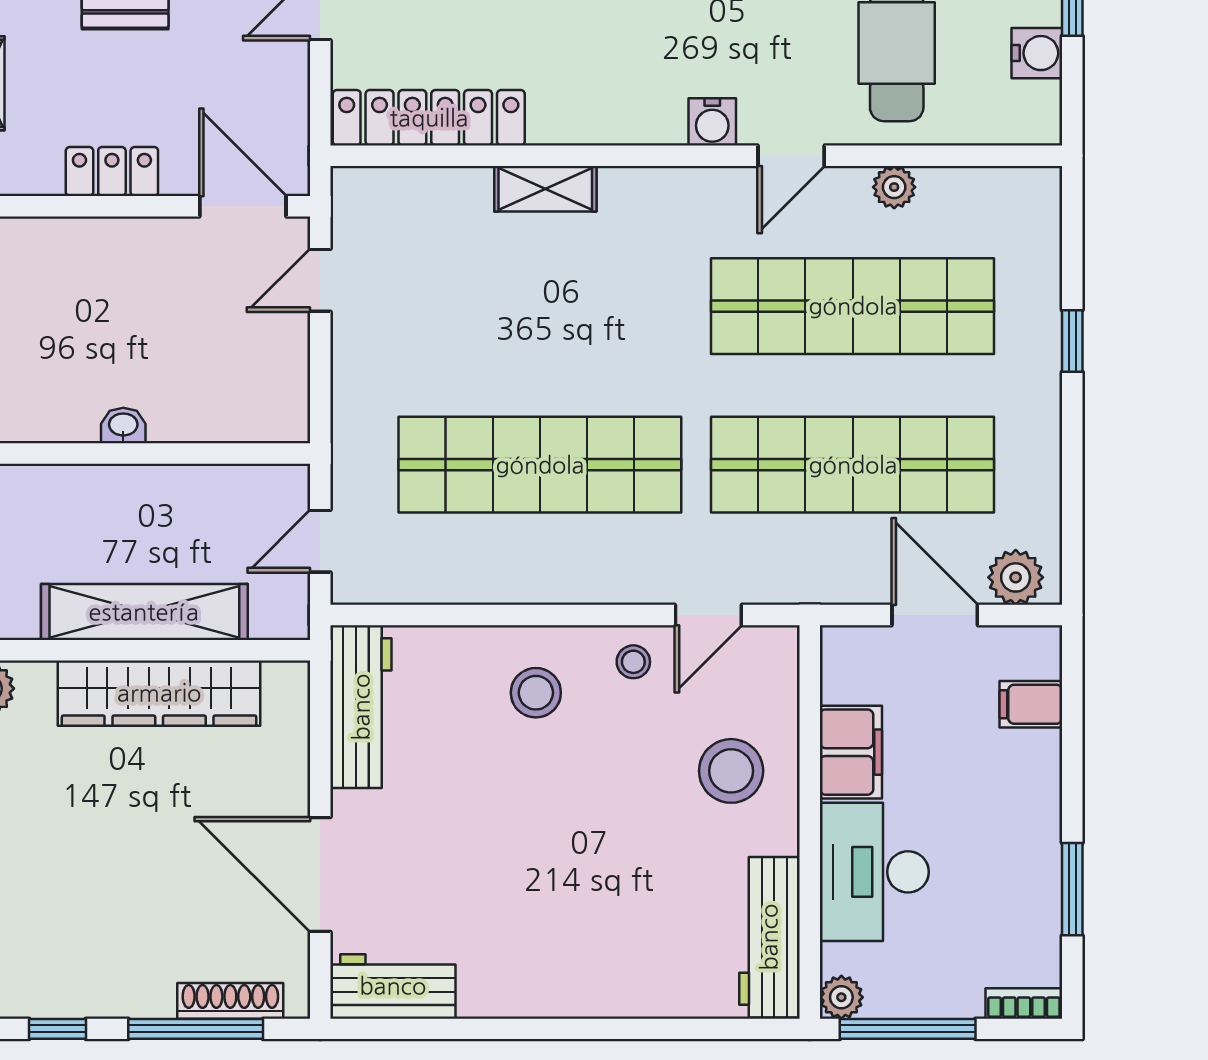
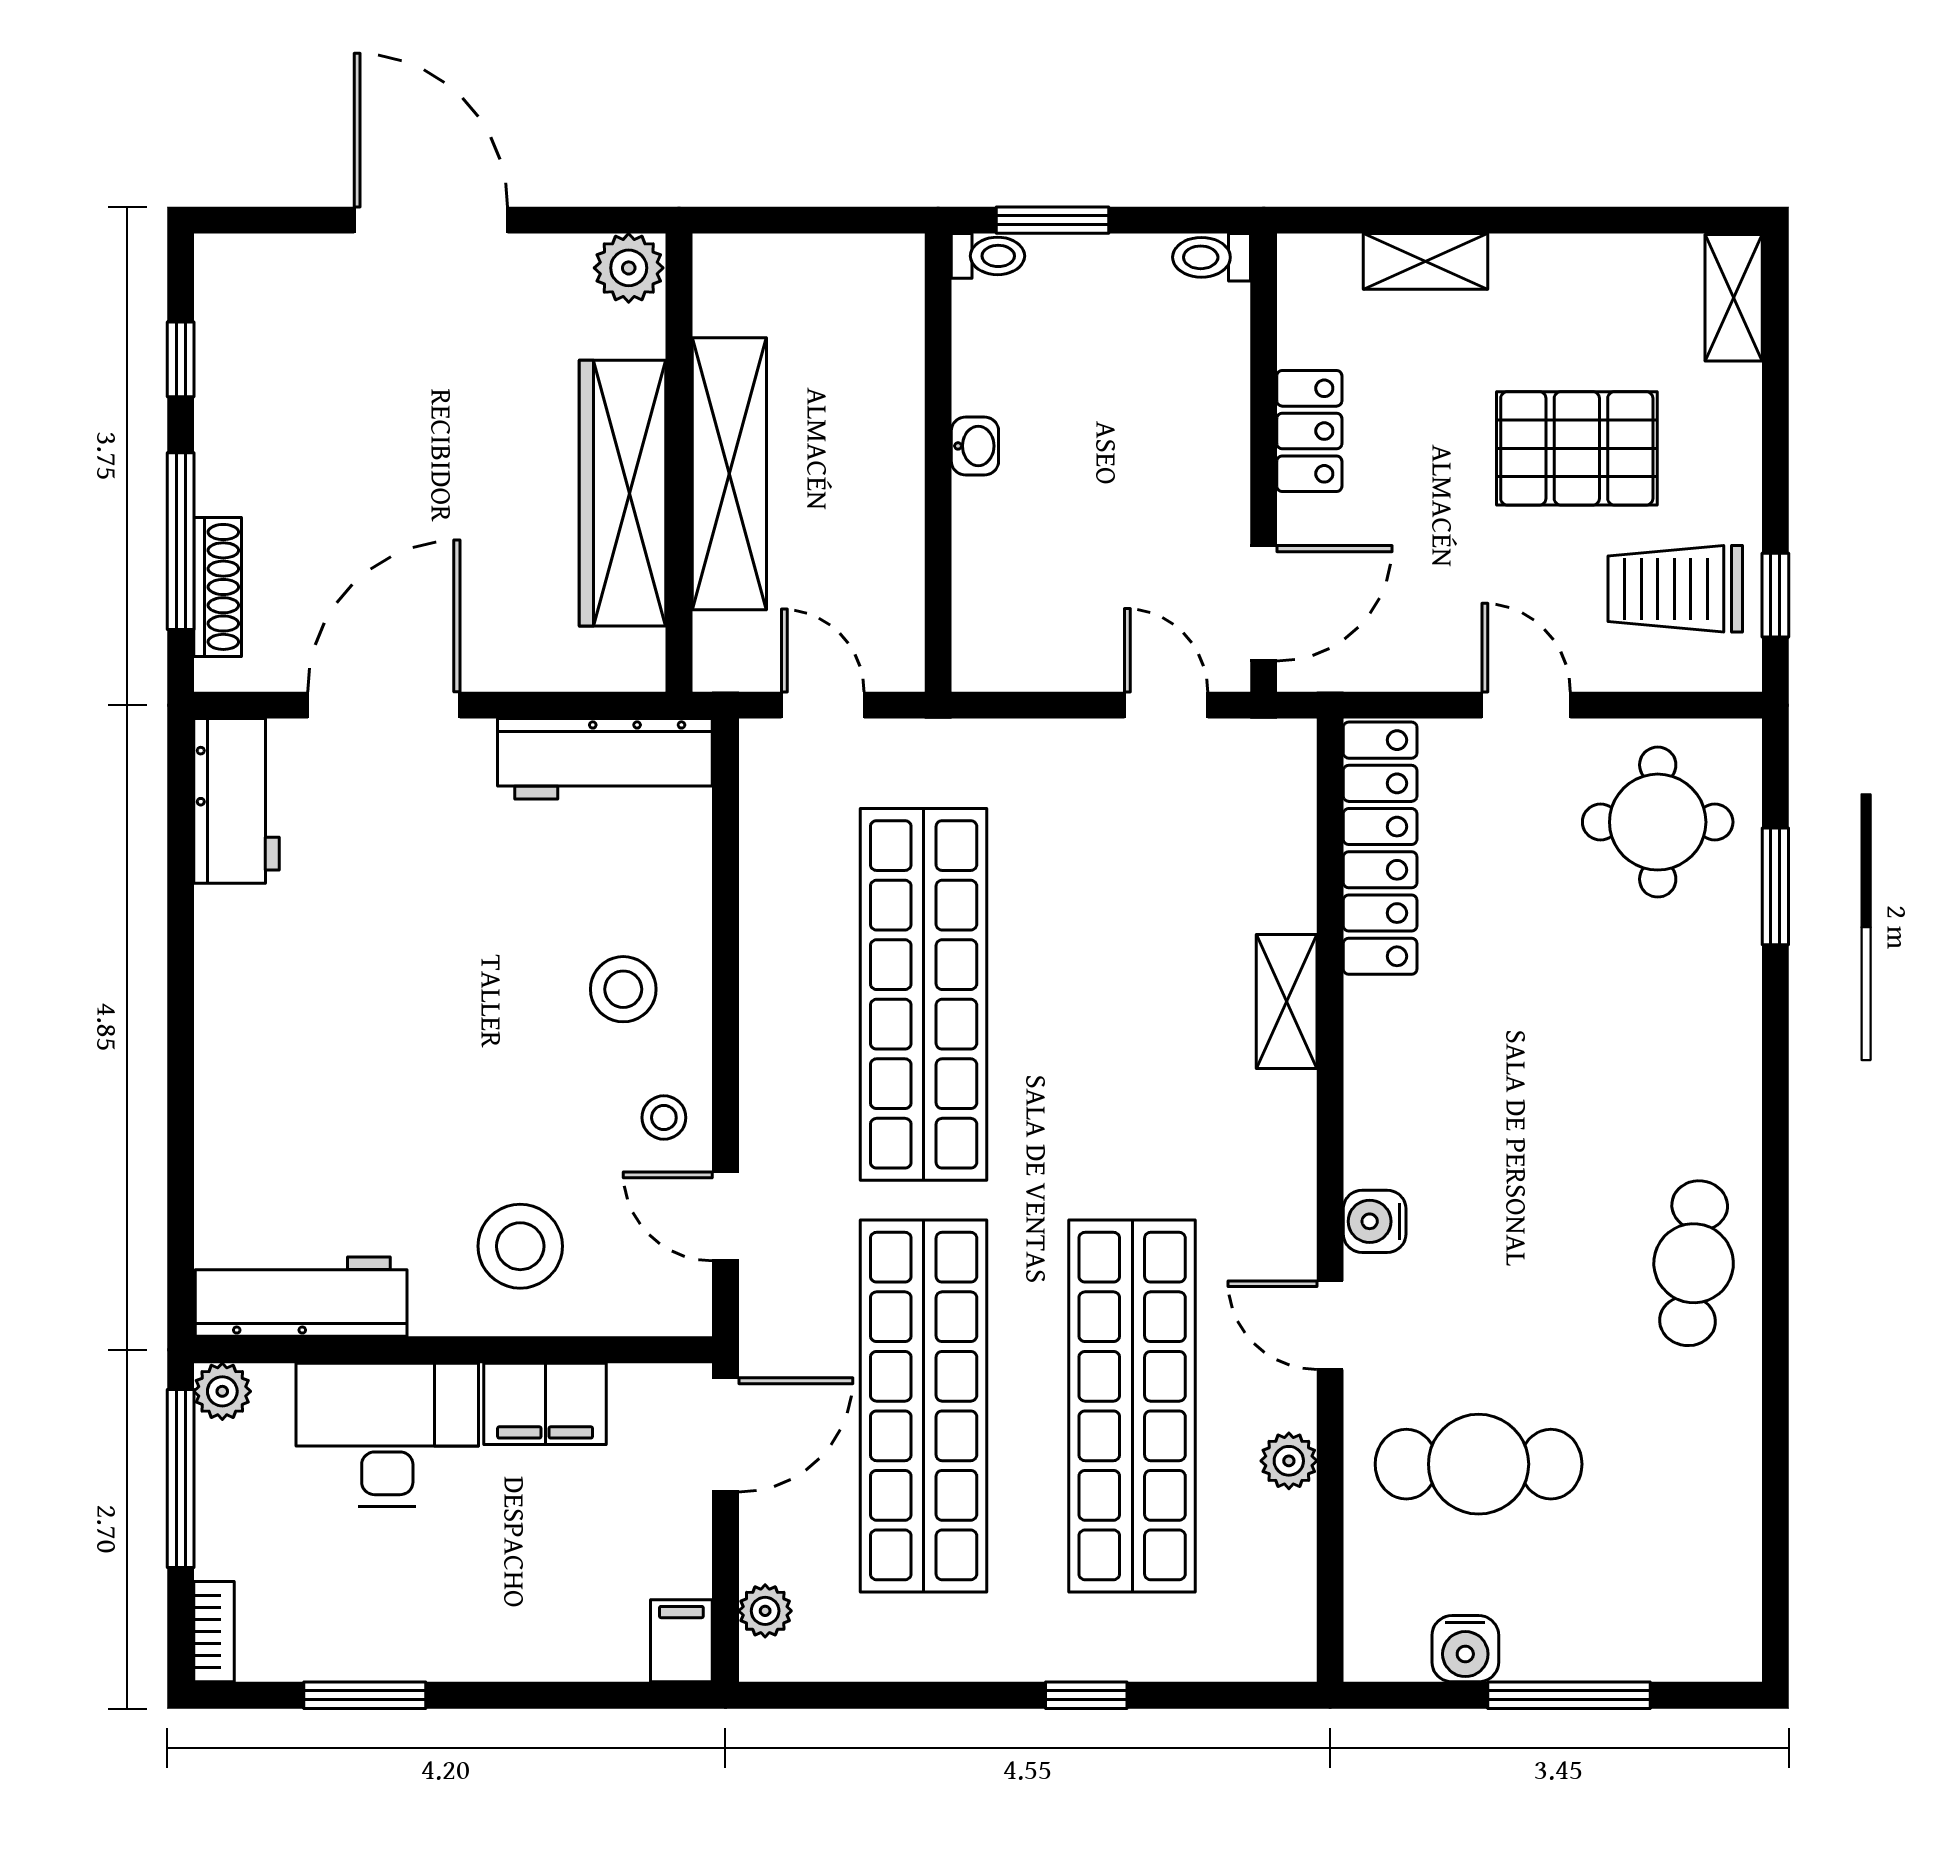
plant: (1016, 577) -> (765, 1611), width x0.73, depth x0.73
door: (935, 615) -> (725, 1435), moved
filing cabinet: (1031, 704) -> (681, 1641), moved

